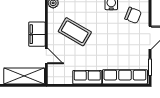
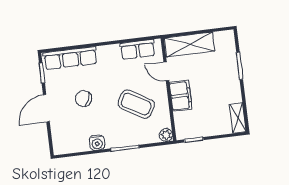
chair: (133, 15) -> (83, 99), moved
row of seats: (87, 77) -> (138, 49), moved

